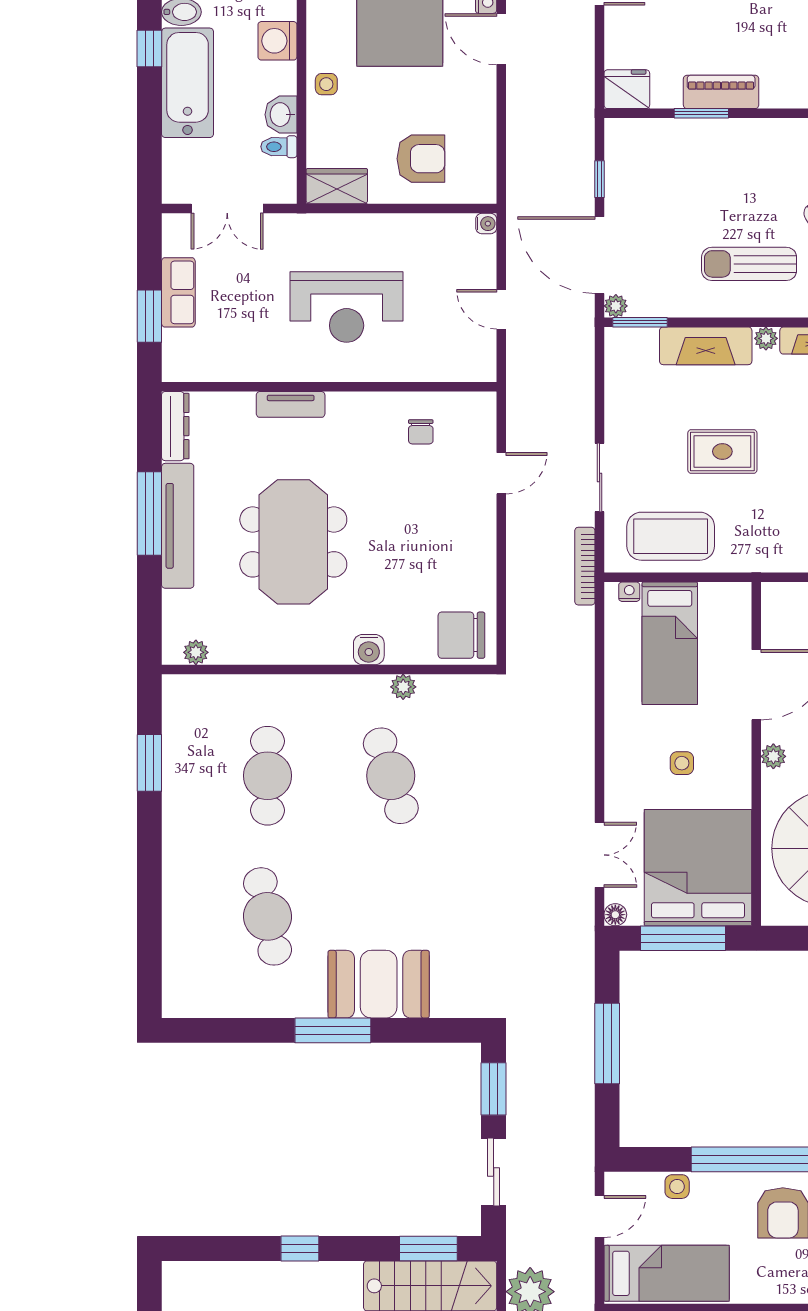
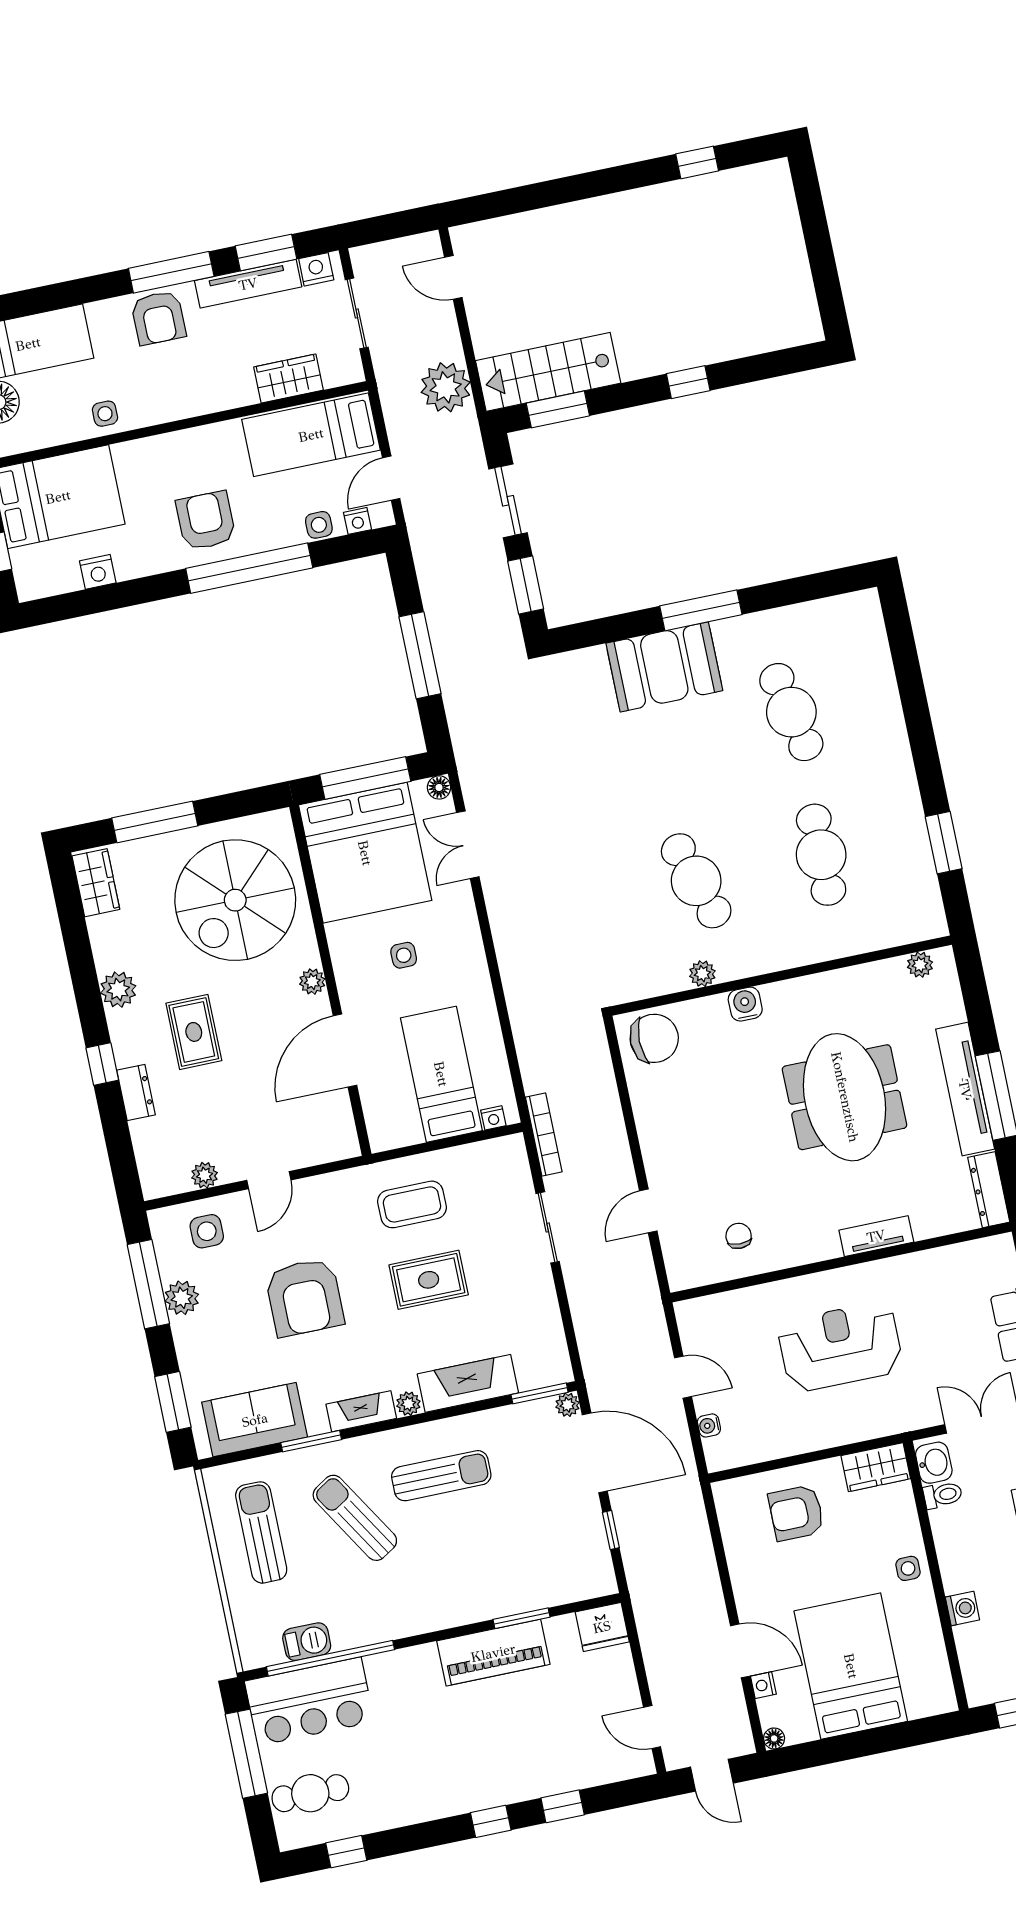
washing machine: (277, 41) -> (962, 1609), width x0.73, depth x0.73
piano: (721, 92) -> (493, 1653), width x1.37, depth x1.33
washbasin: (281, 115) -> (934, 1463), moved
water cooler: (486, 224) -> (709, 1425), moved
coffee table: (671, 536) -> (412, 1204), moved, width x0.73, depth x0.76
nightstand: (640, 1183) -> (357, 521), added

